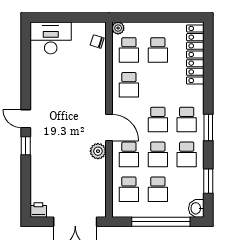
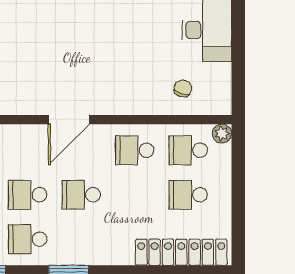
chair: (97, 42) -> (183, 88), moved
school desk: (187, 120) -> (81, 239), removed
plant: (98, 151) -> (33, 103), removed
school desk: (129, 154) -> (28, 150), removed

